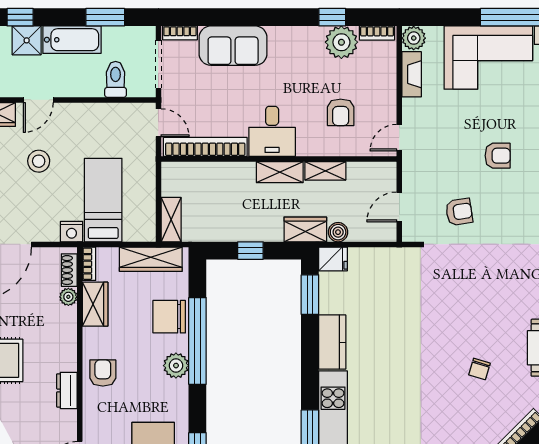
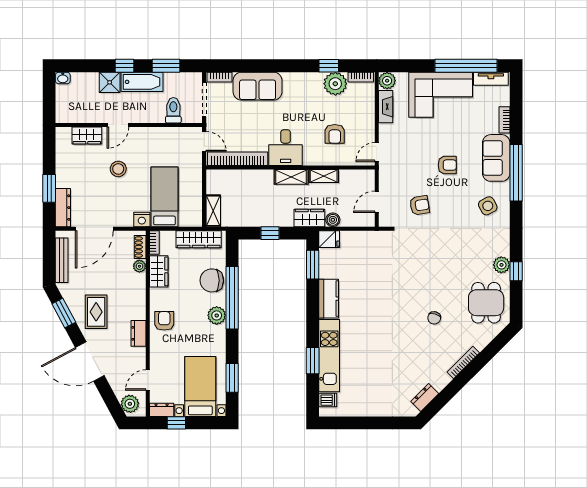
window: (20, 17) -> (125, 66), moved

